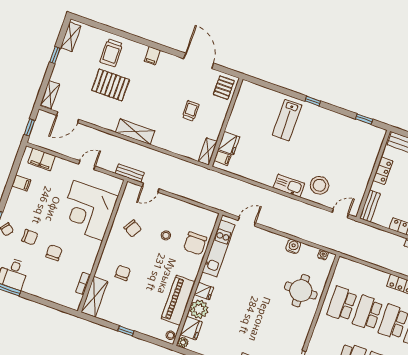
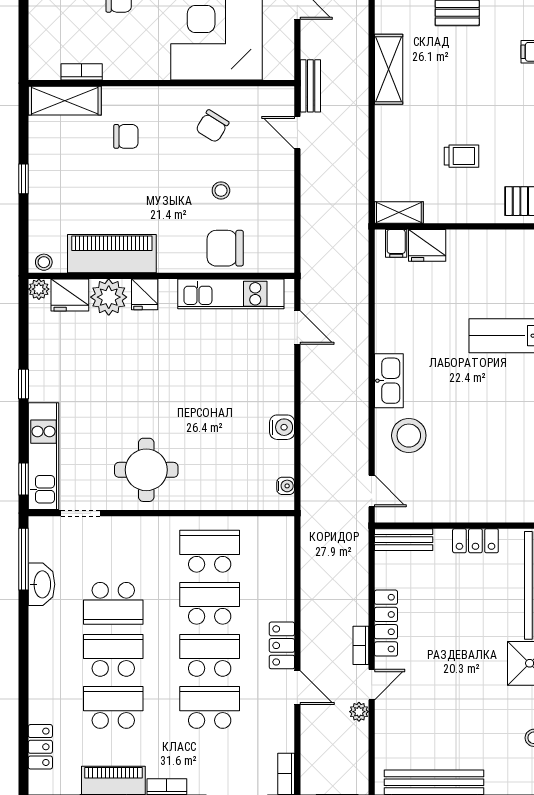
round table: (301, 291) -> (146, 470), moved

